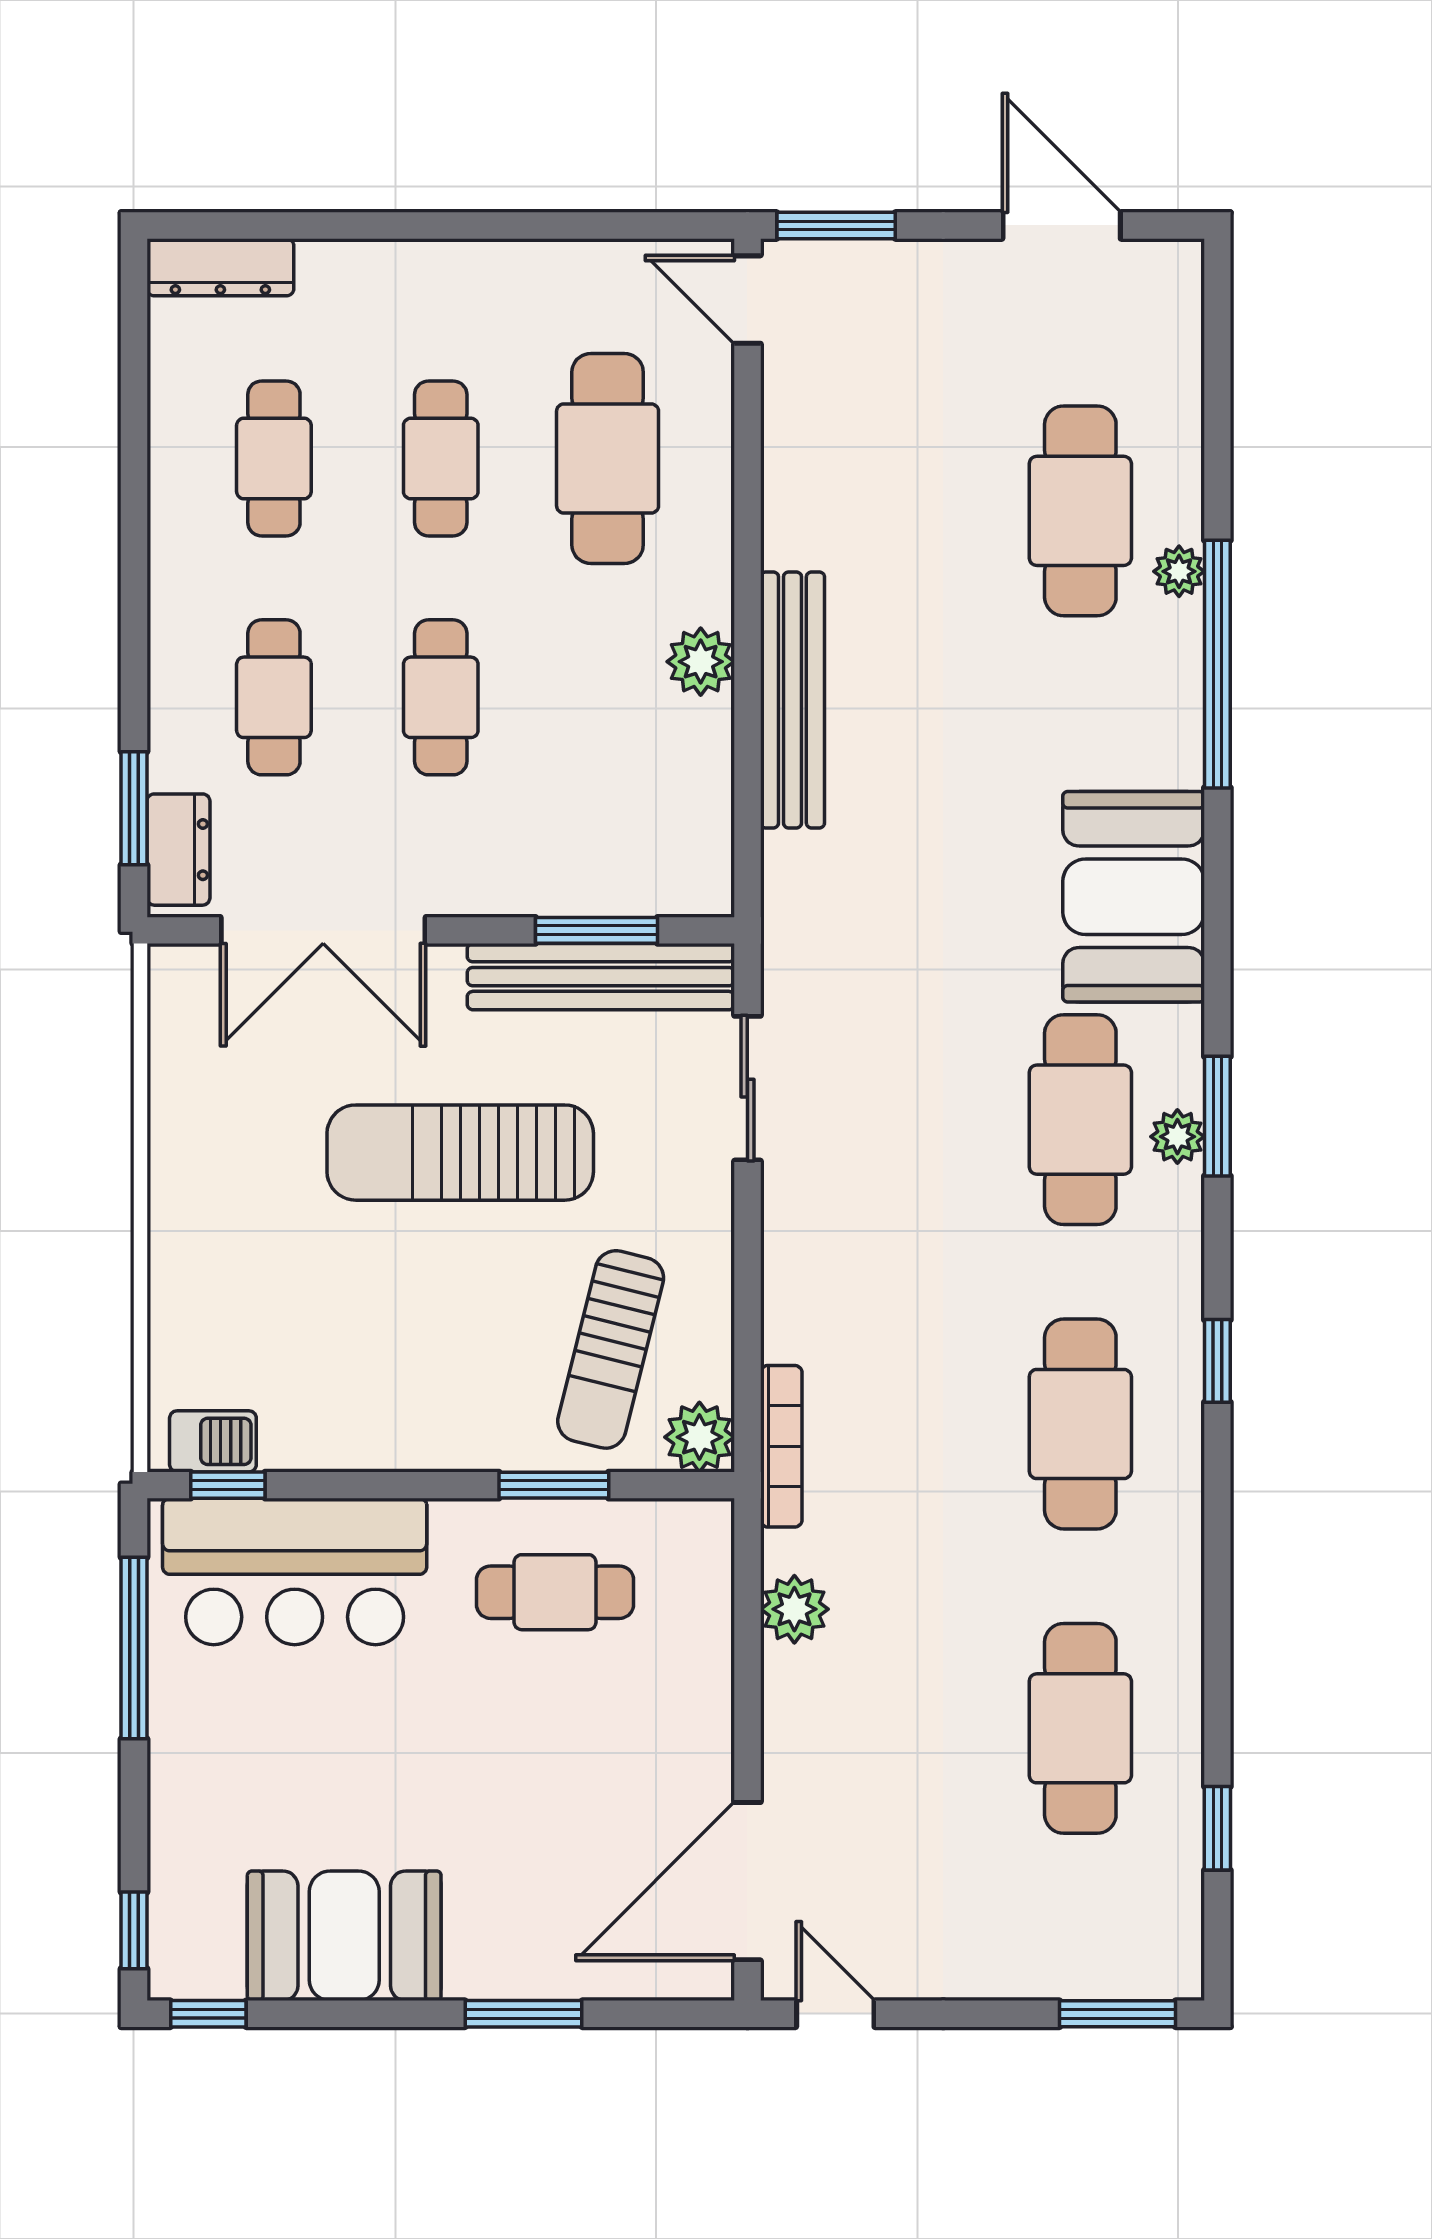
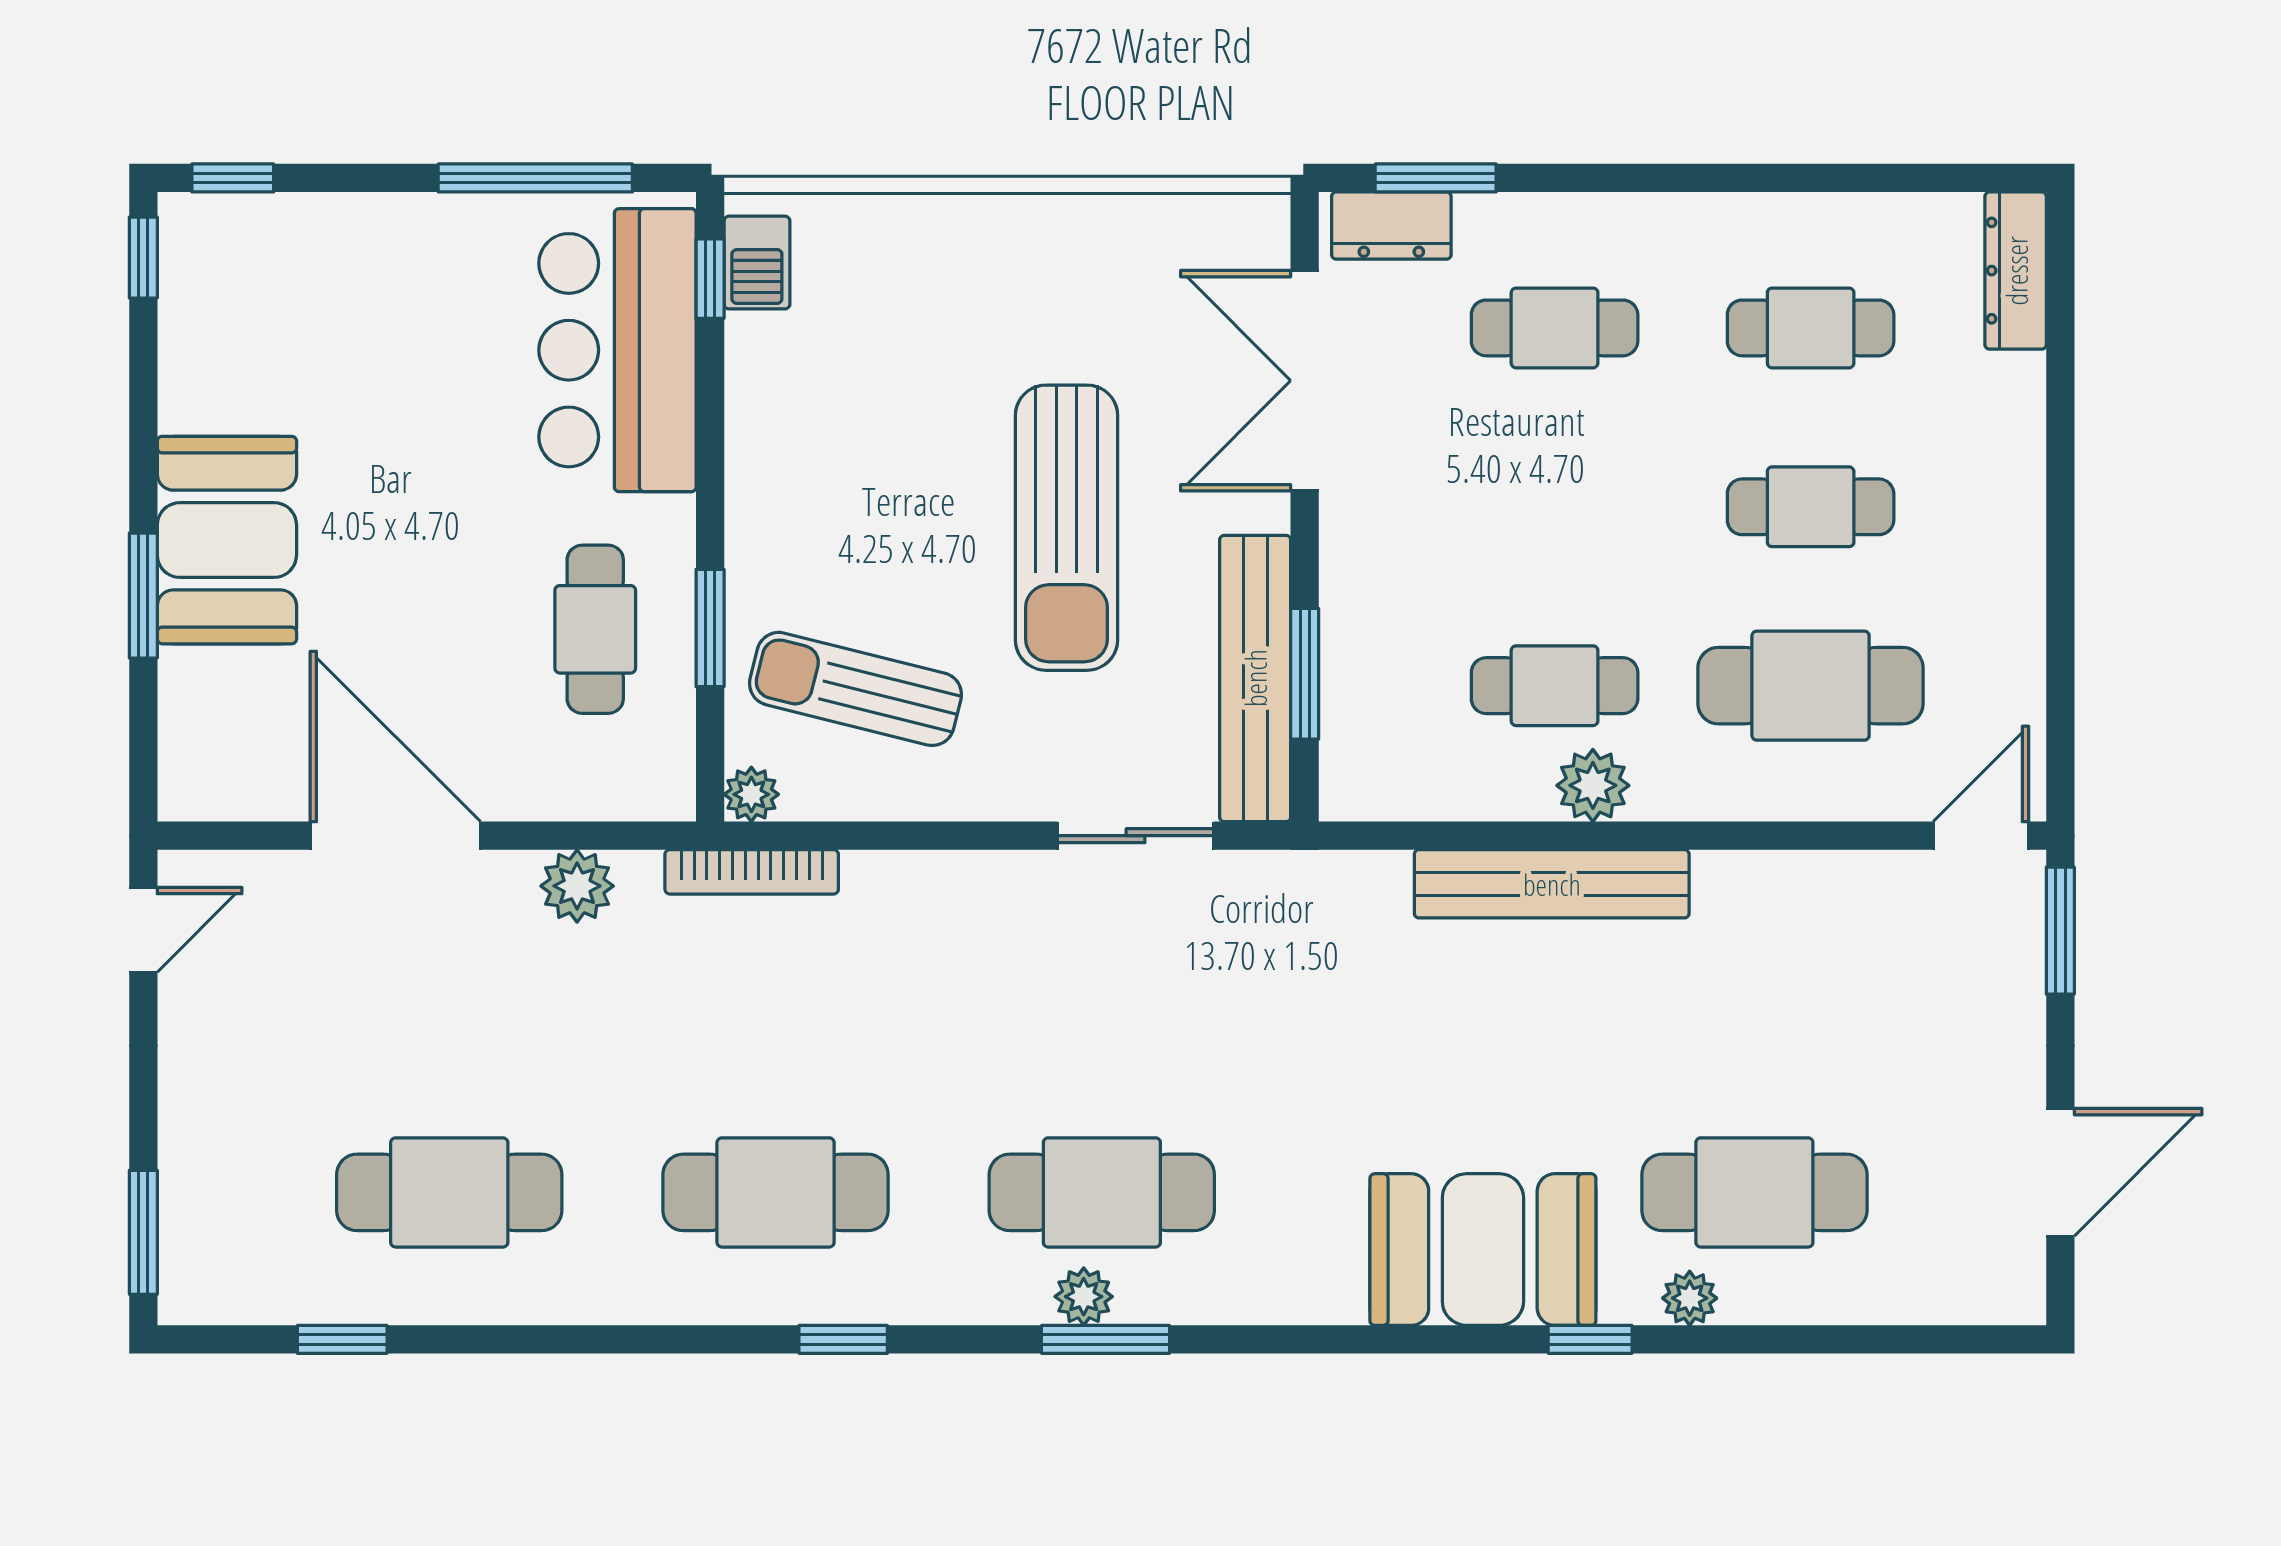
window: (1217, 664) -> (1590, 1339), width x0.32
cafe table: (441, 697) -> (1555, 686), moved
booth: (1134, 897) -> (1483, 1250), moved
sun lounger: (460, 1153) -> (1067, 528), turned 180
plant: (699, 1437) -> (751, 794), width x0.73, depth x0.73
door: (747, 1881) -> (395, 836), moved
booth: (344, 1936) -> (227, 540), moved

